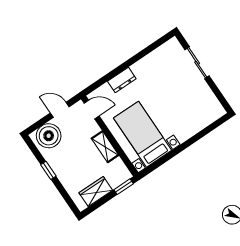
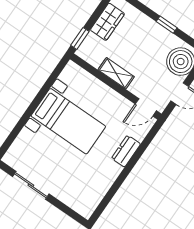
sliding door: (197, 63) -> (31, 185), moved
bed with nightstands: (142, 134) -> (68, 121), moved

